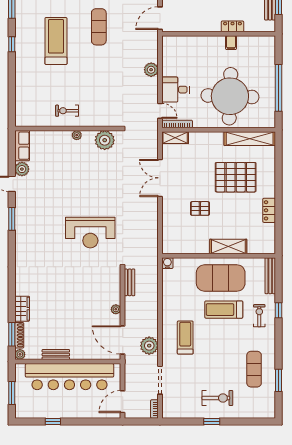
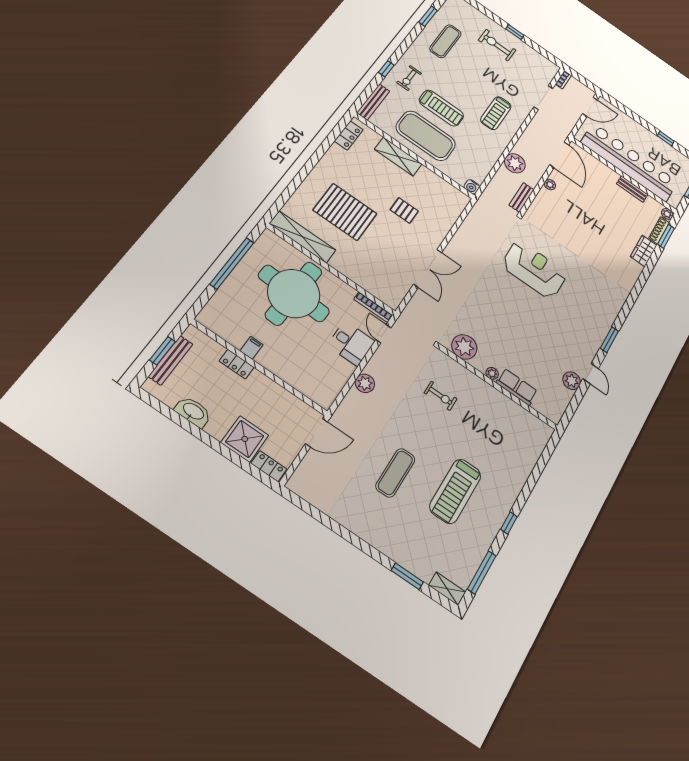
exercise bike: (67, 111) -> (441, 396), moved
shelving: (175, 138) -> (385, 295), removed
row of seats: (22, 146) -> (517, 387), moved, turned 90
locker: (269, 210) -> (349, 135), moved
plant: (149, 346) -> (515, 163), moved

